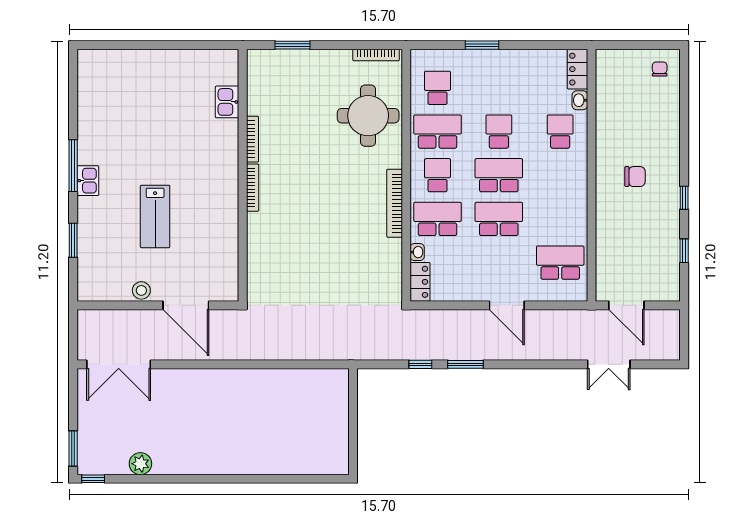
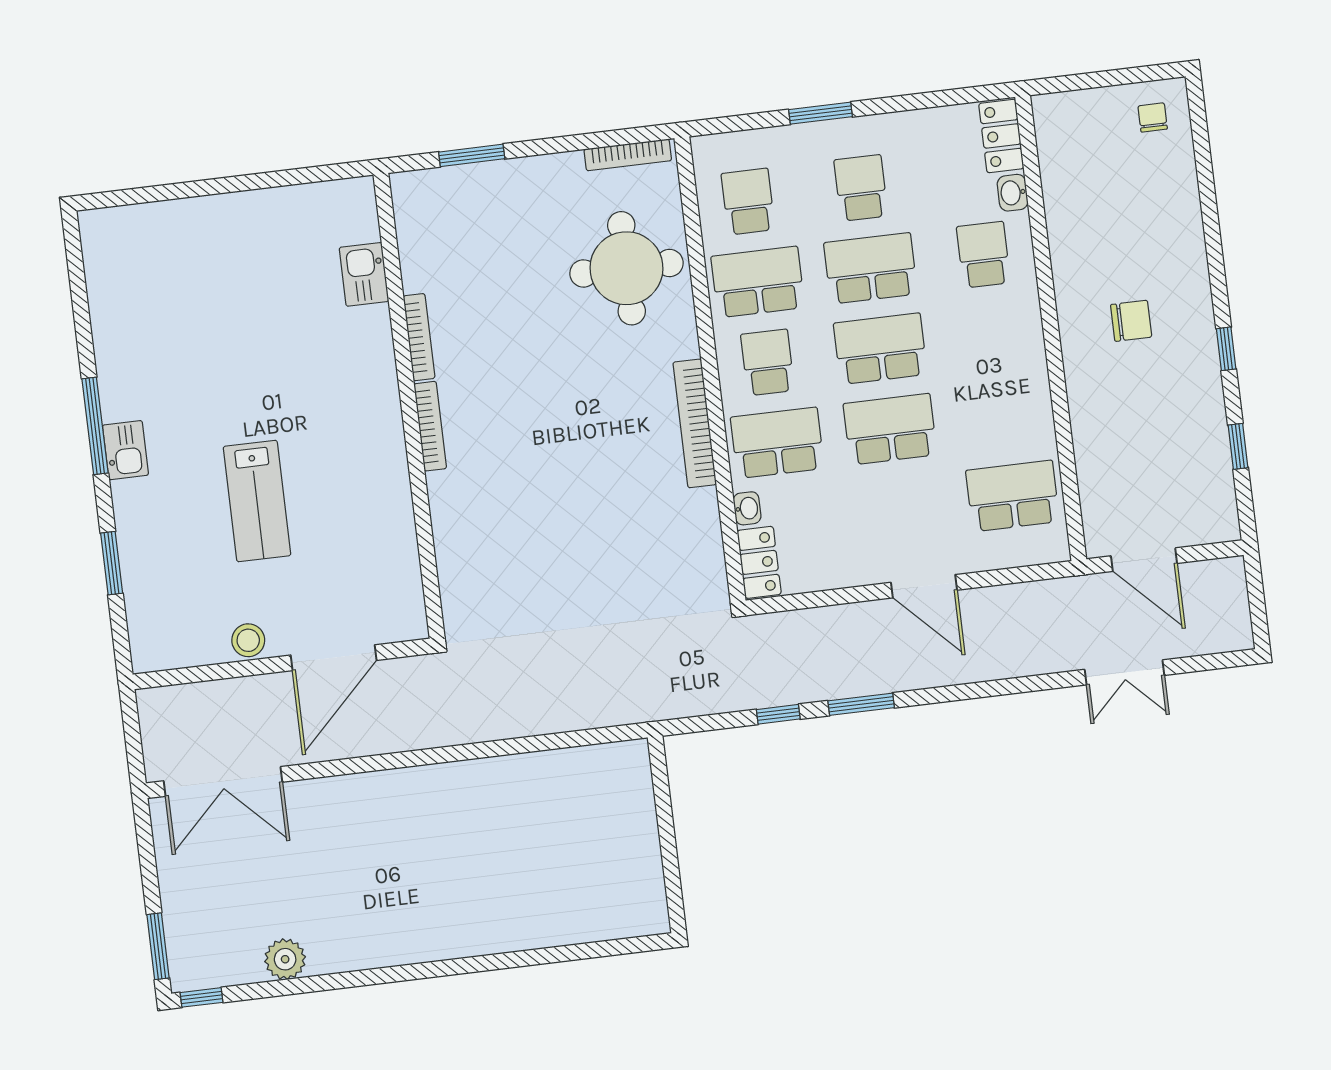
school desk: (499, 88) -> (861, 188), added
school desk: (499, 132) -> (871, 268), width x1.85
door: (186, 305) -> (334, 658), hinge flipped

